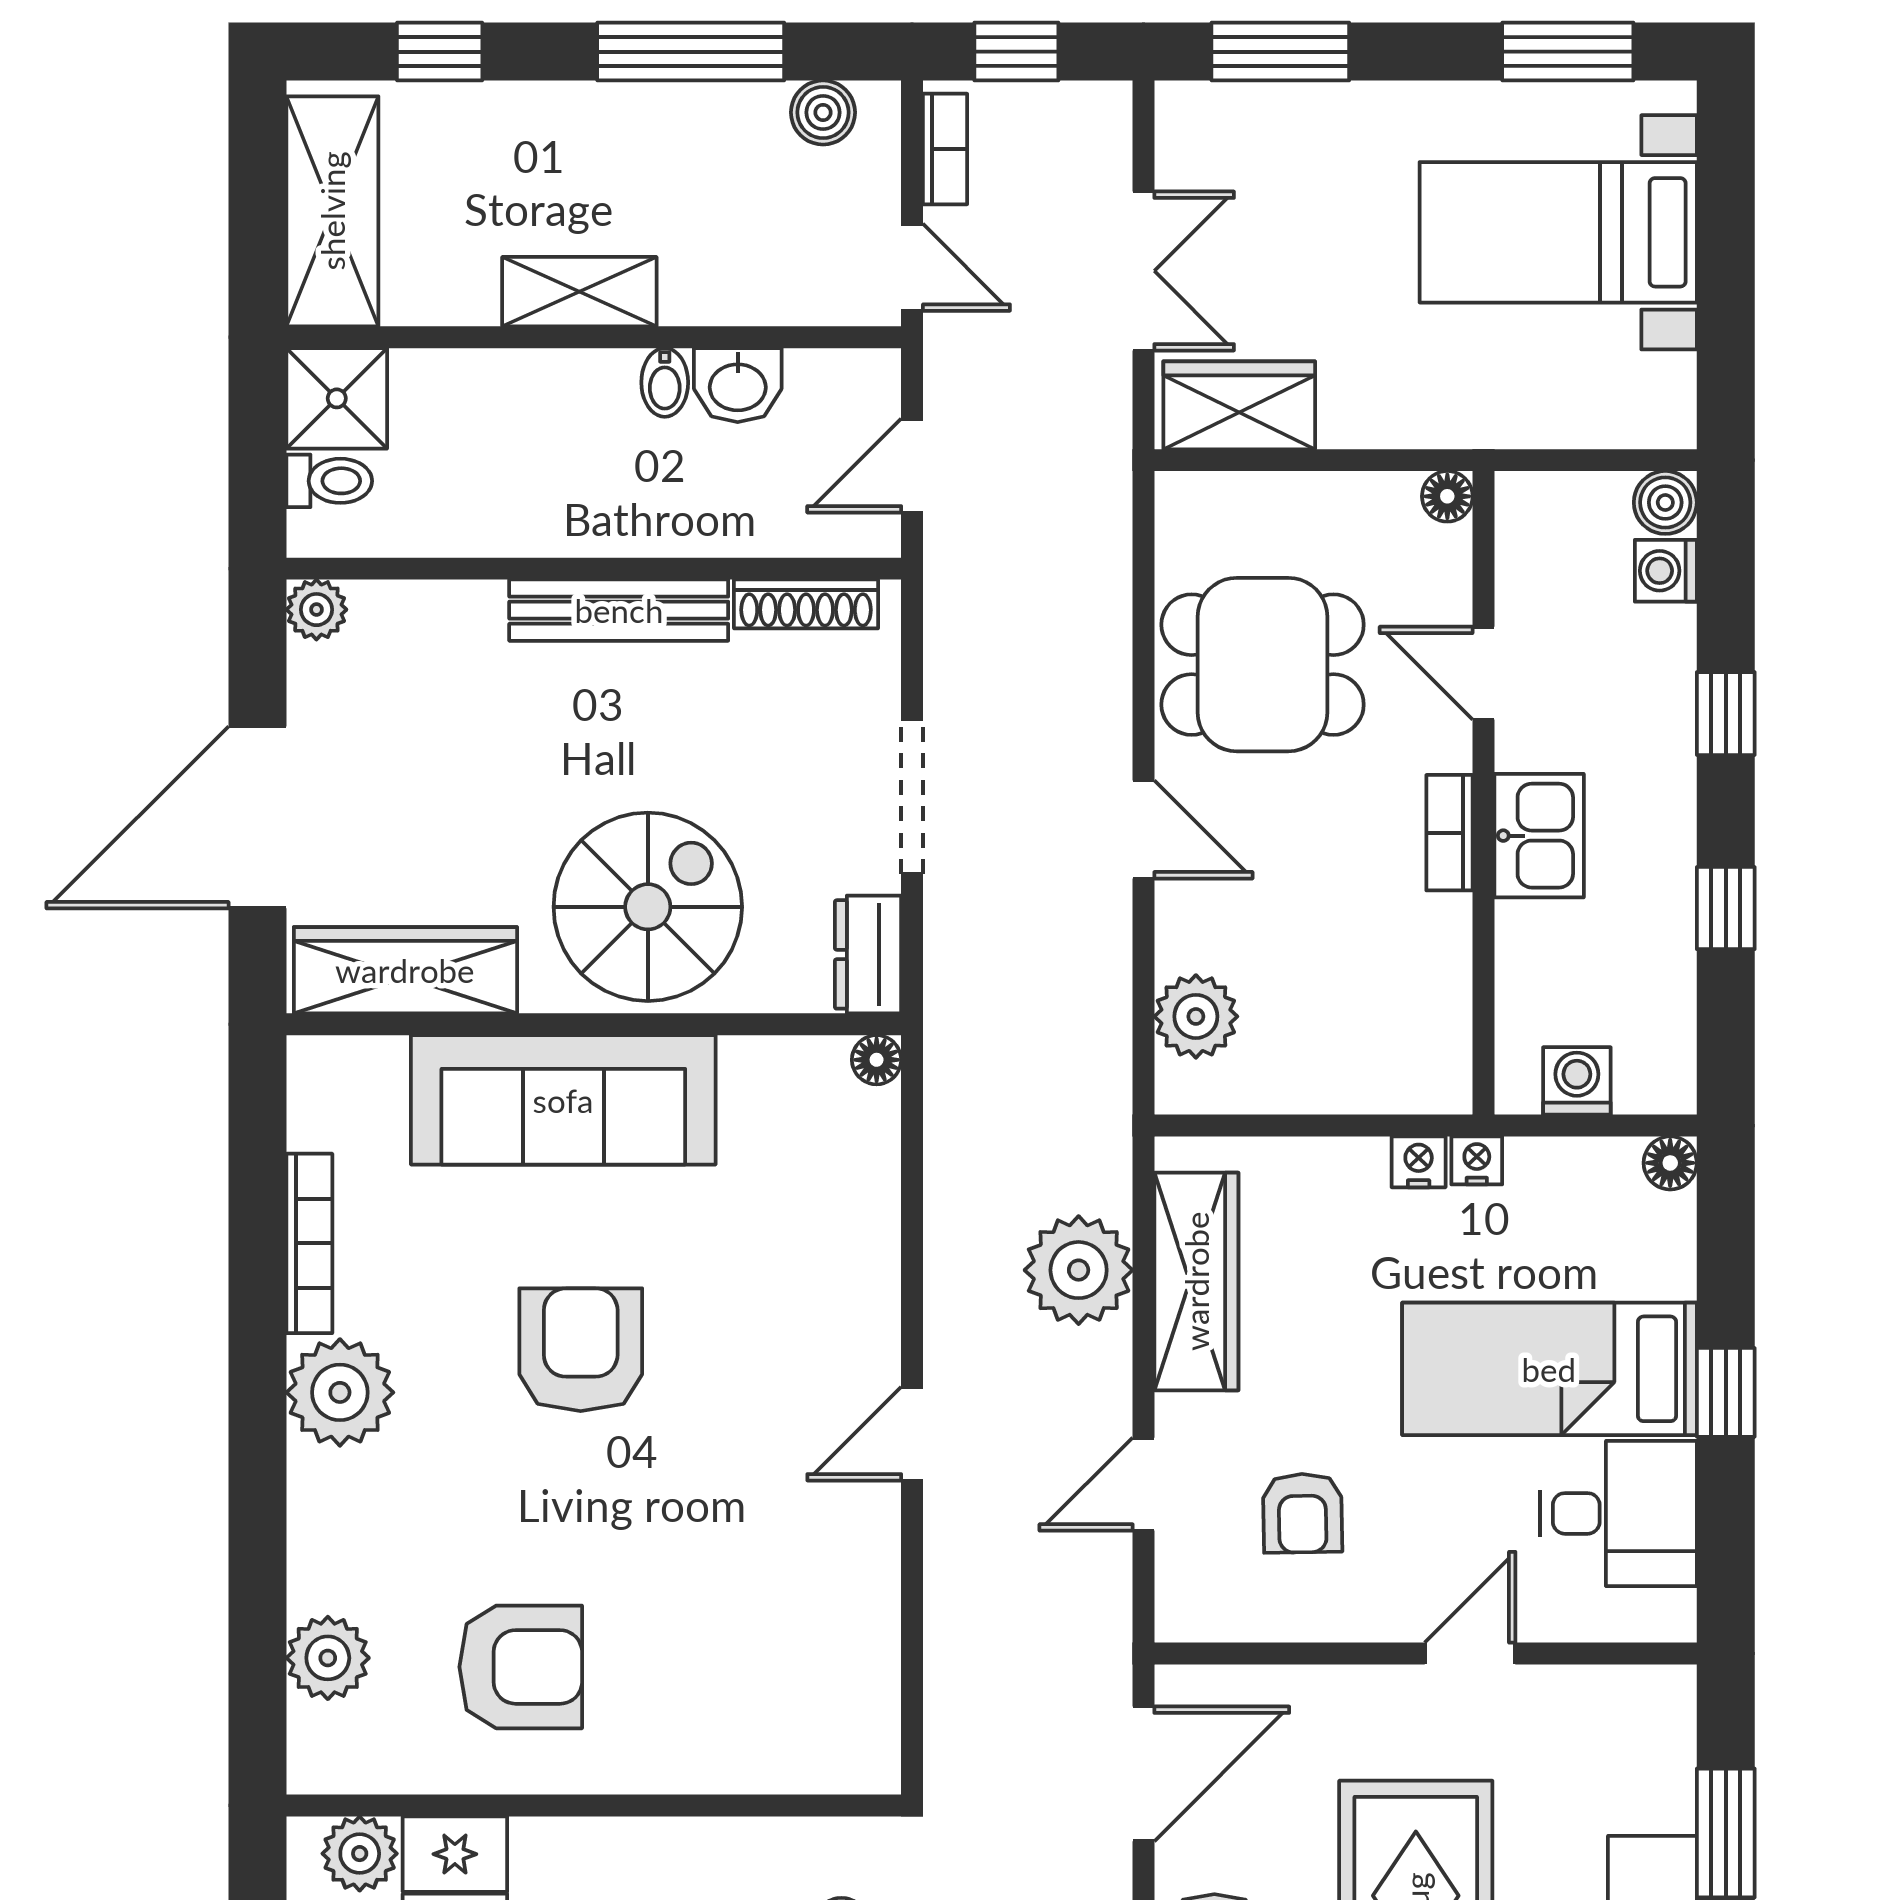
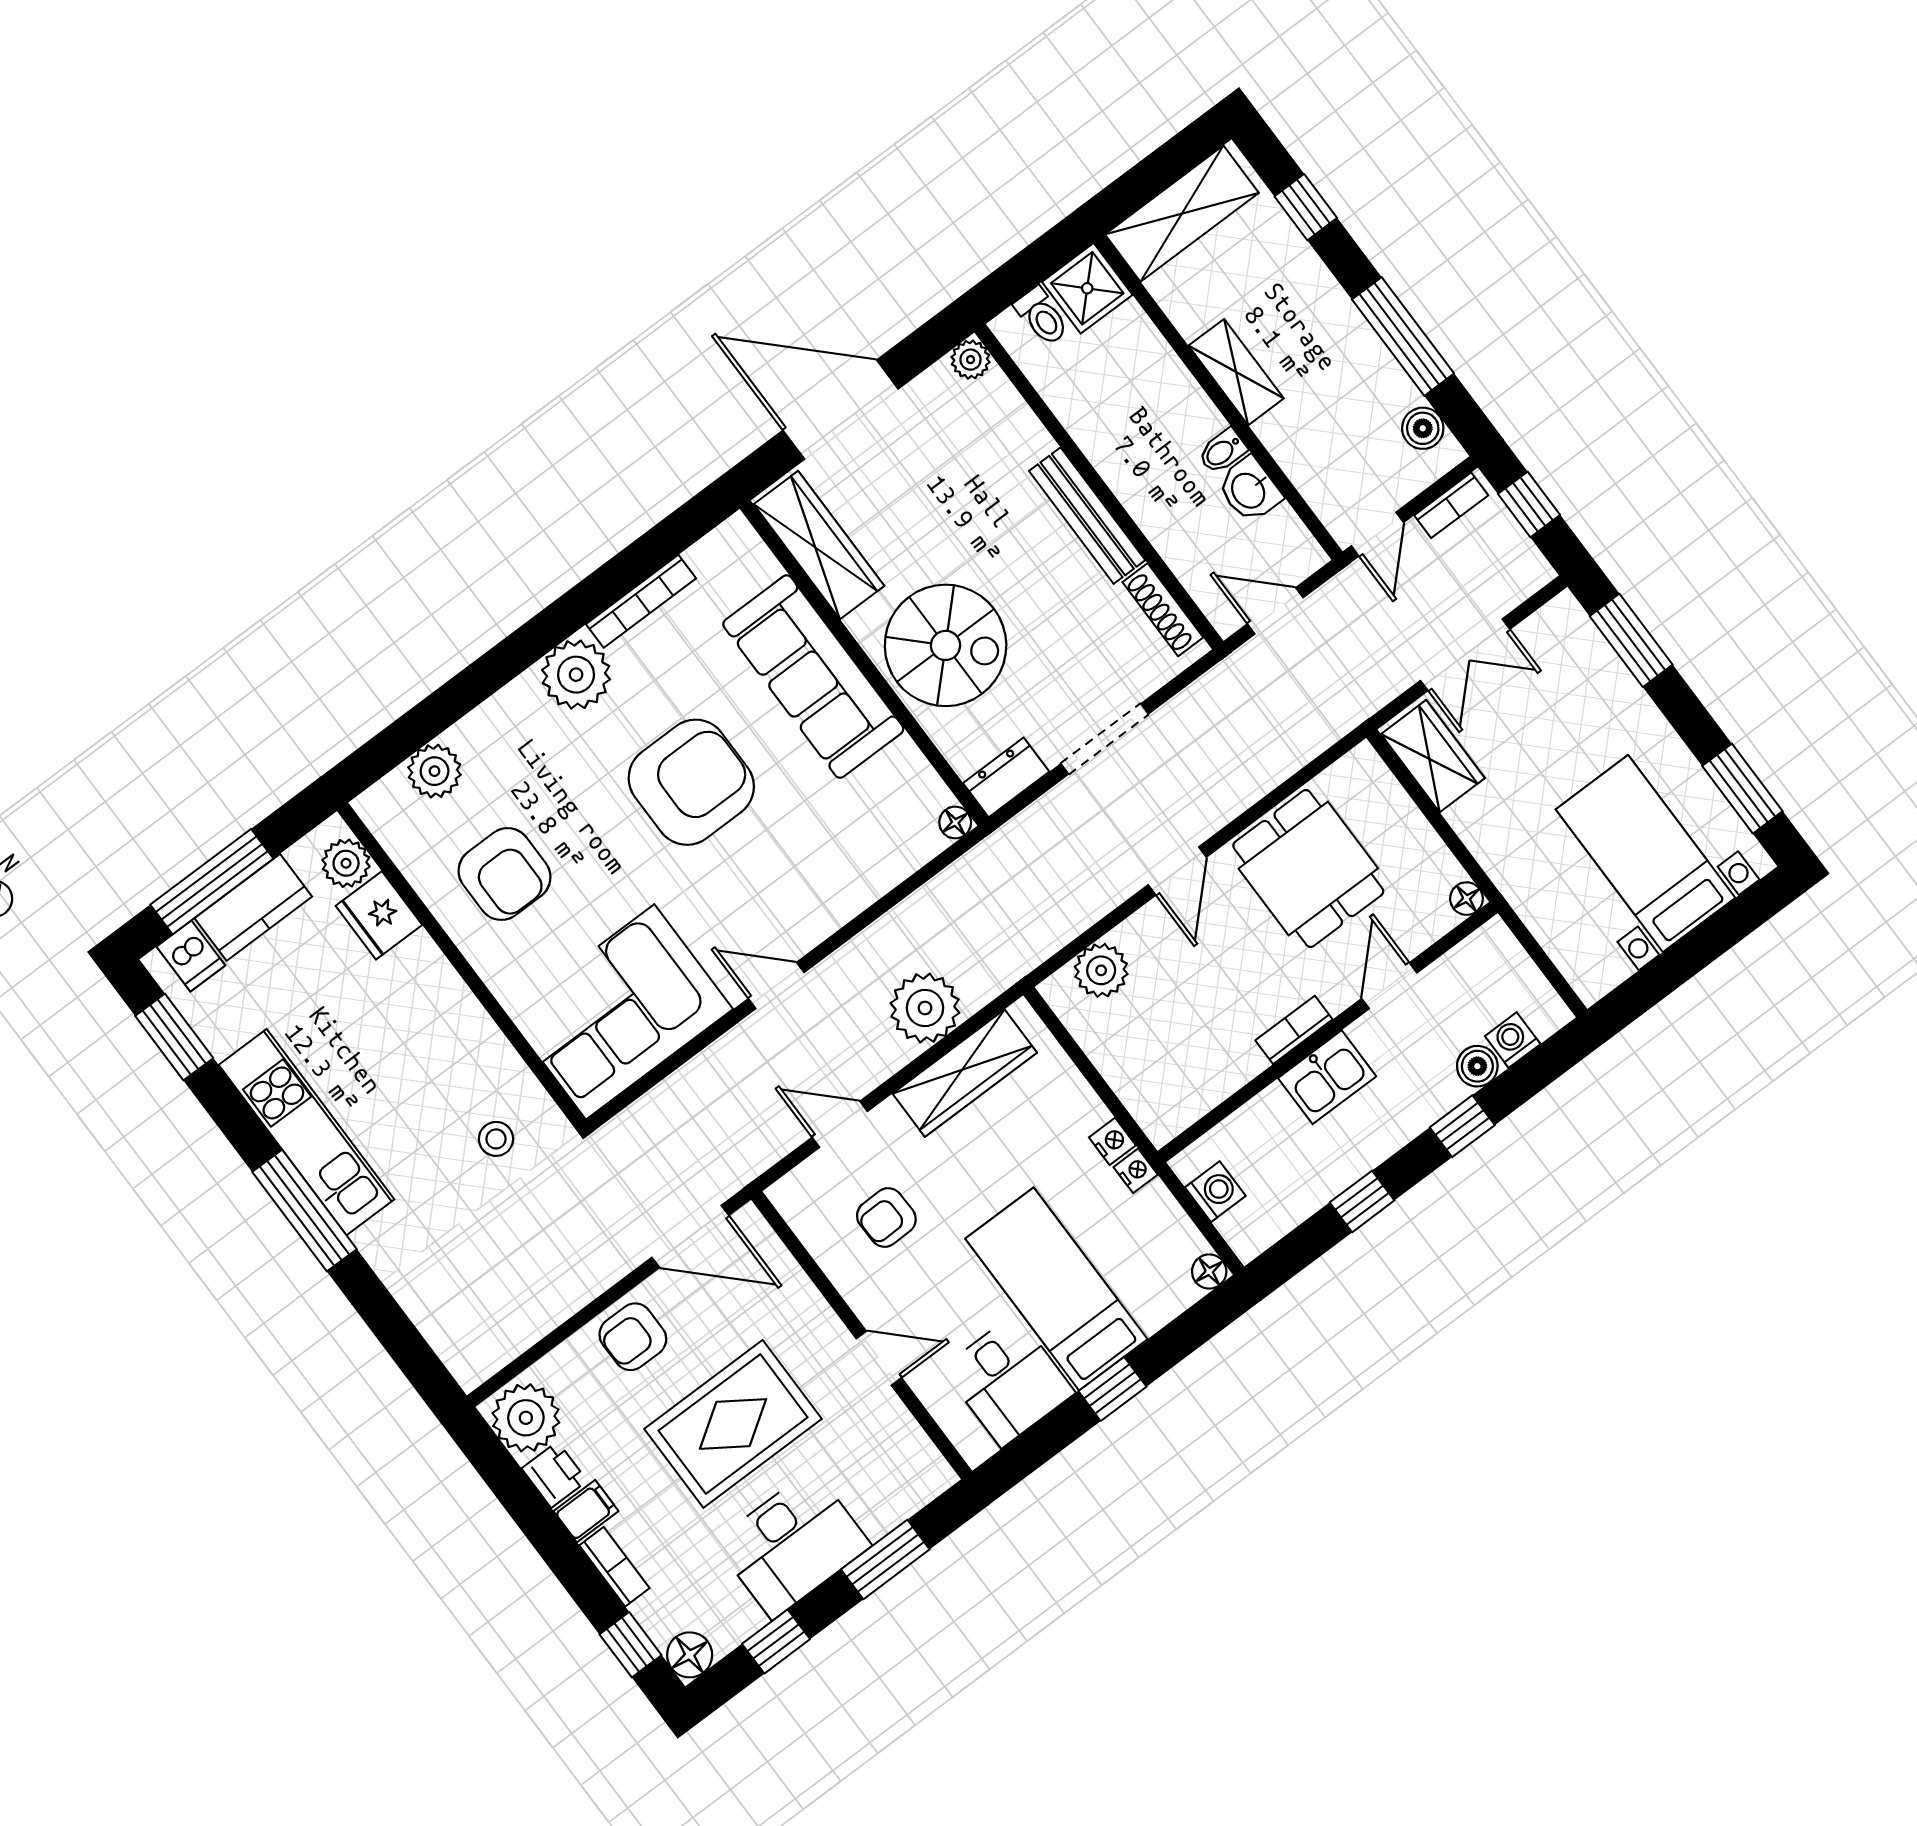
boiler: (1665, 502) -> (1477, 1066), moved
armchair: (581, 1350) -> (691, 782), width x1.36, depth x1.36
corner sofa: (799, 1652) -> (620, 1012), added

